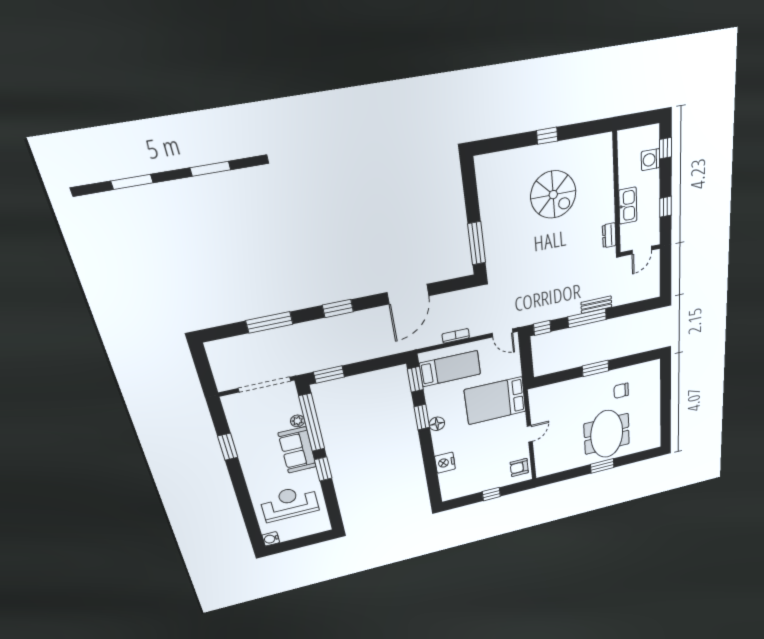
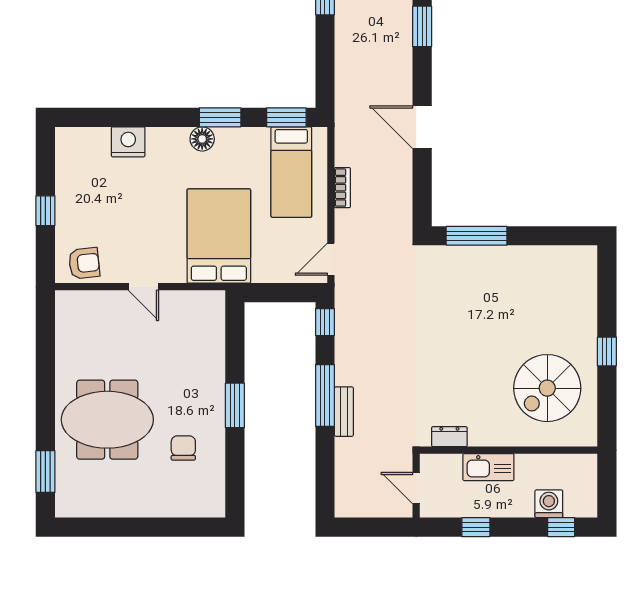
spiral stairs: (553, 195) -> (547, 388), moved
door: (408, 294) -> (422, 127), width x0.73
window: (602, 466) -> (45, 472), moved
armchair: (519, 467) -> (84, 263), turned 84

